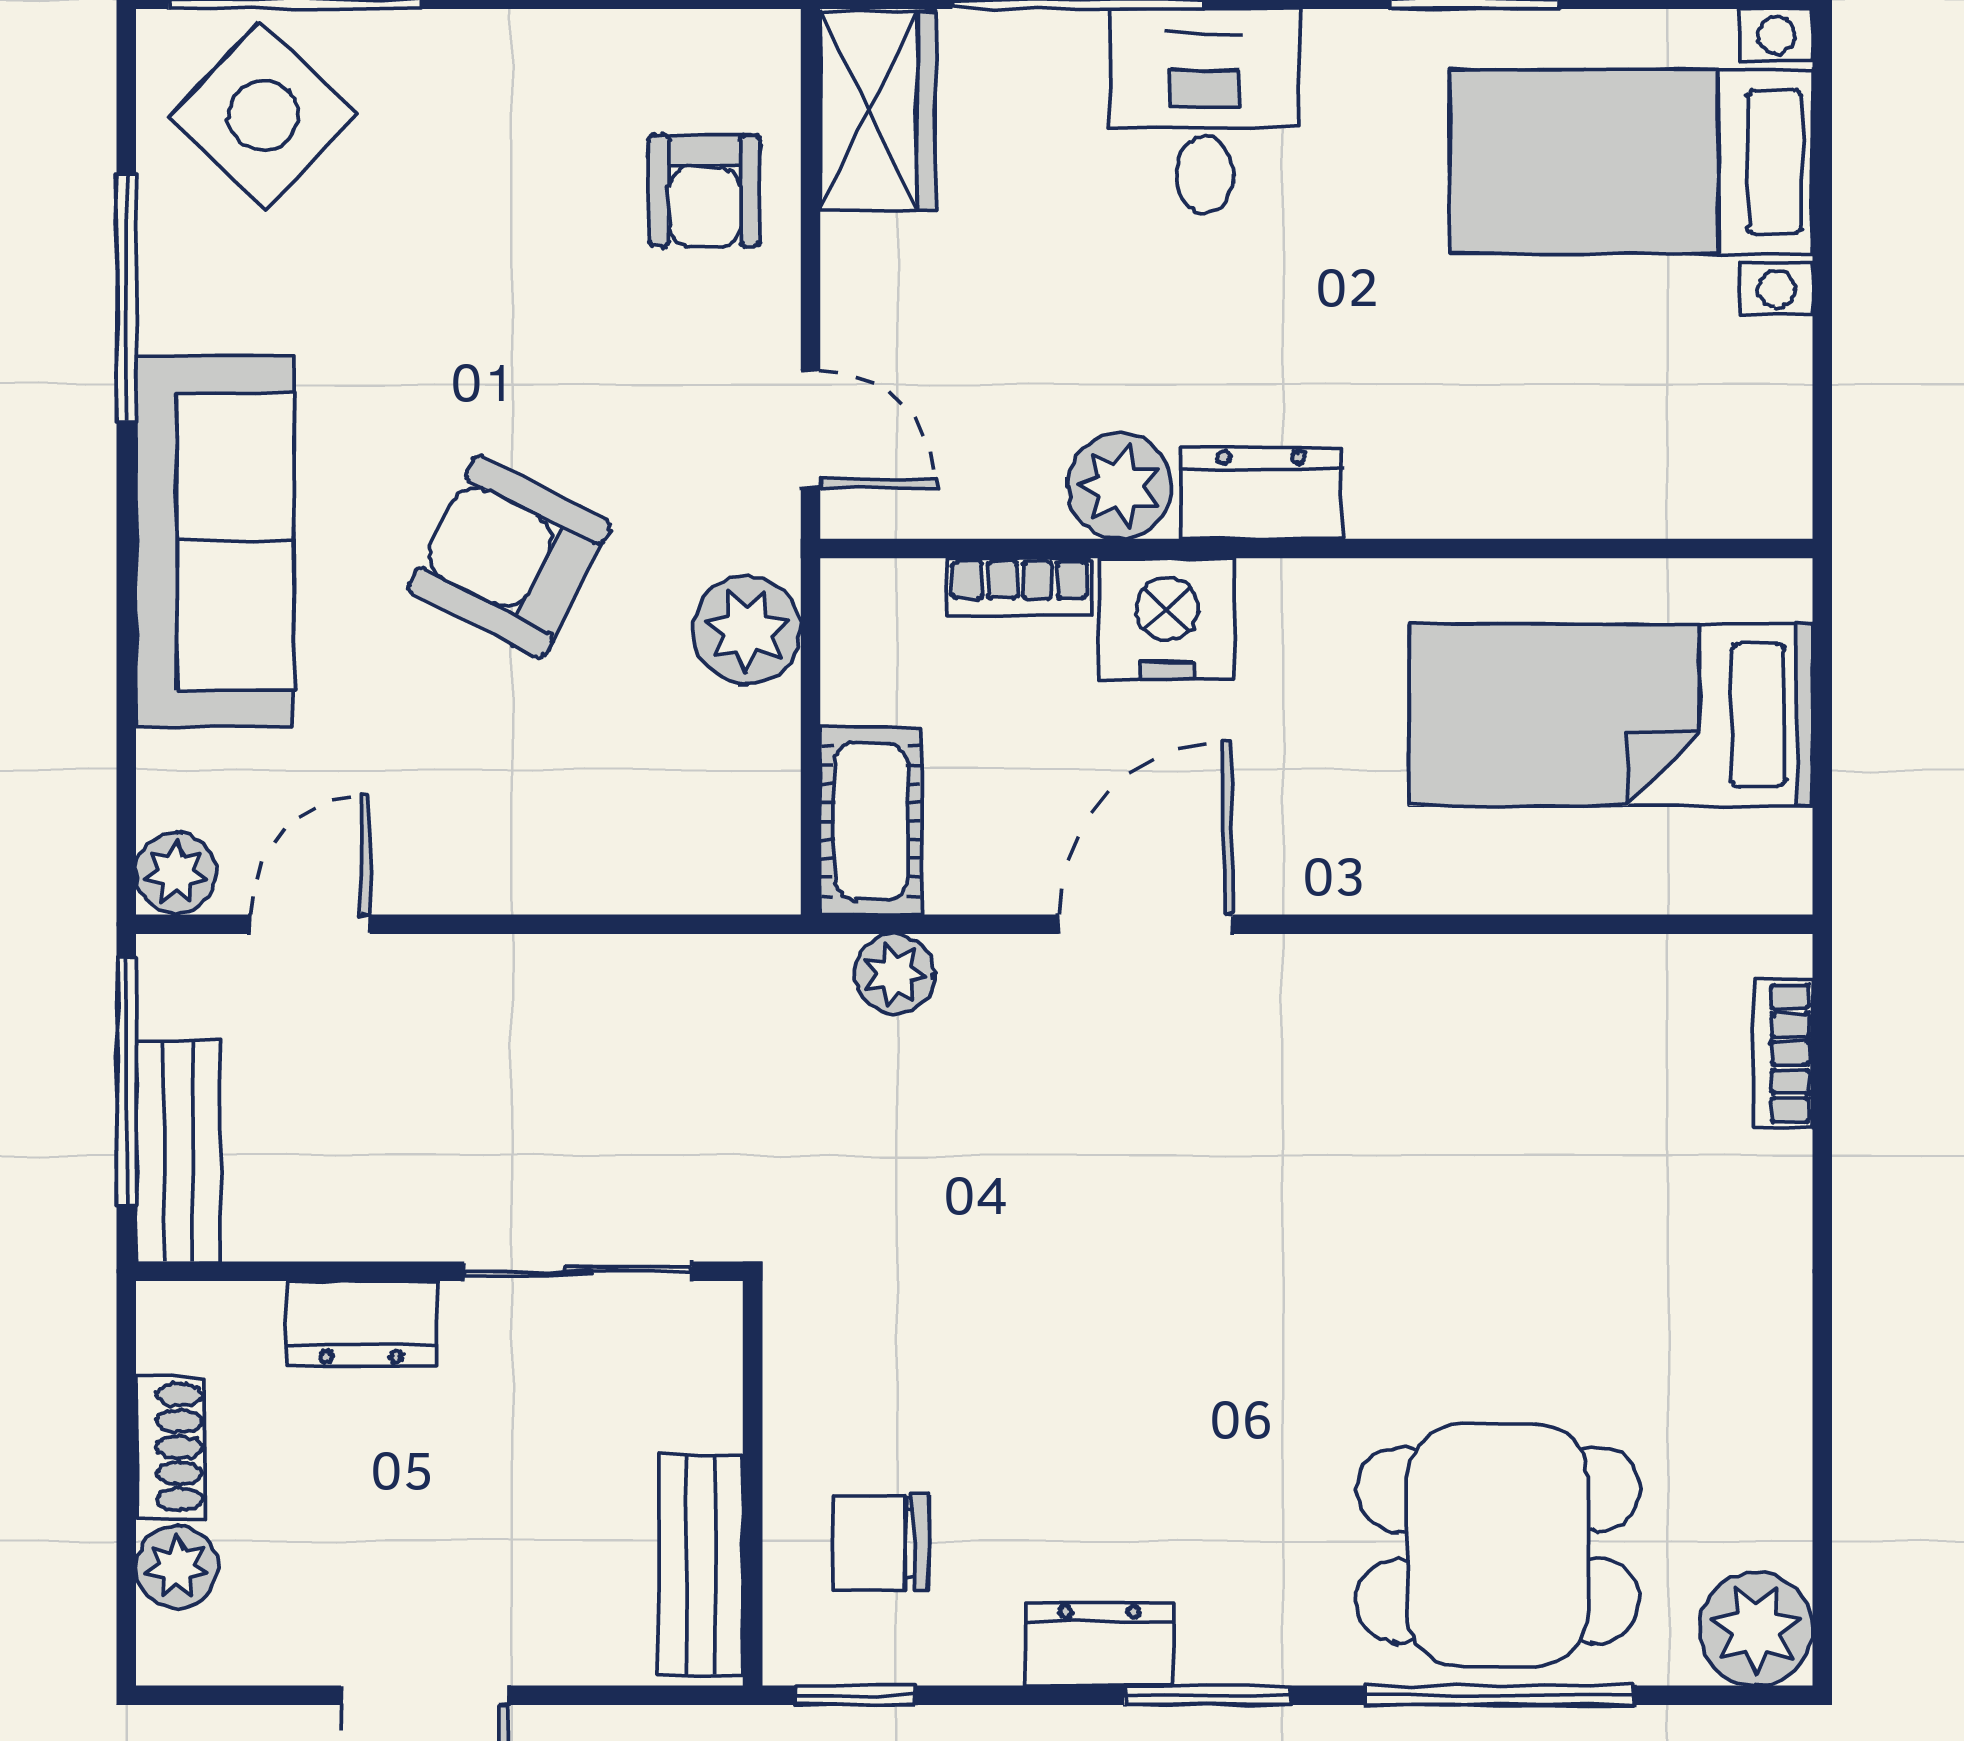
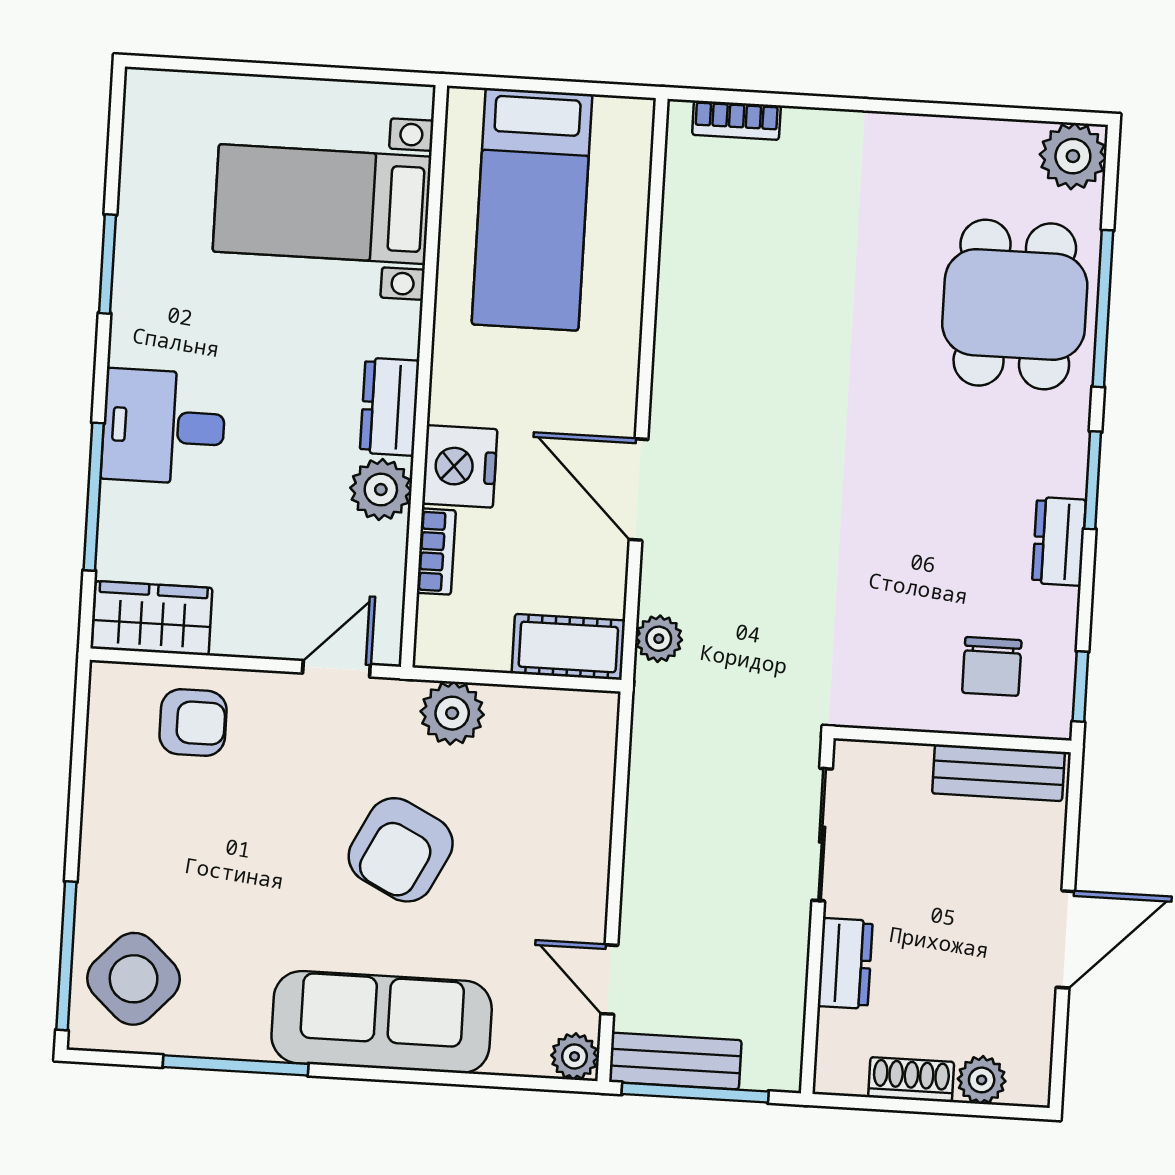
bed with nightstands: (1632, 162) -> (322, 204), moved, turned 90
bench: (178, 1151) -> (675, 1061), moved

